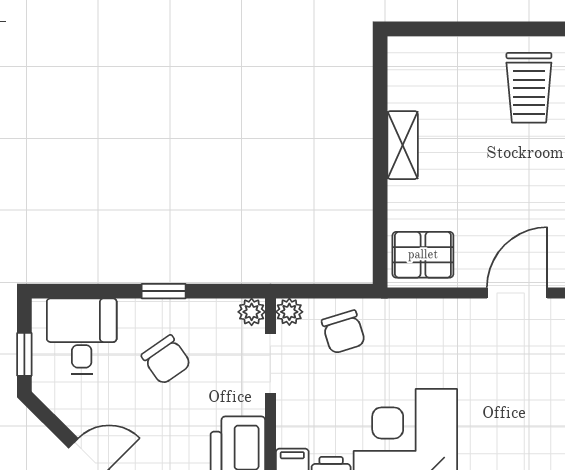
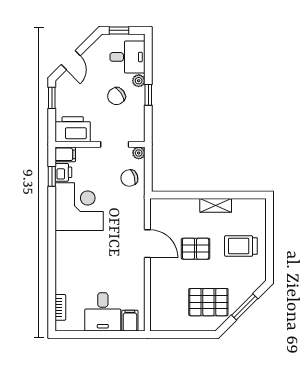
trolley: (529, 88) -> (241, 246), moved
pallet: (423, 255) -> (196, 249), moved, turned 90
door: (517, 293) -> (147, 244), moved
plant: (252, 312) -> (139, 81), moved

